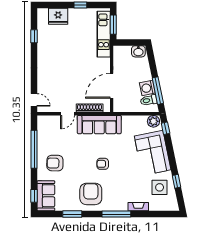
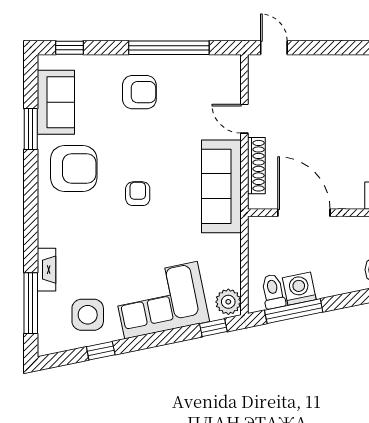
door: (34, 100) -> (274, 48), swing flipped
armchair: (55, 163) -> (139, 92), turned 89
sofa: (46, 196) -> (56, 102), moved, turned -90
window: (116, 214) -> (31, 303), moved

